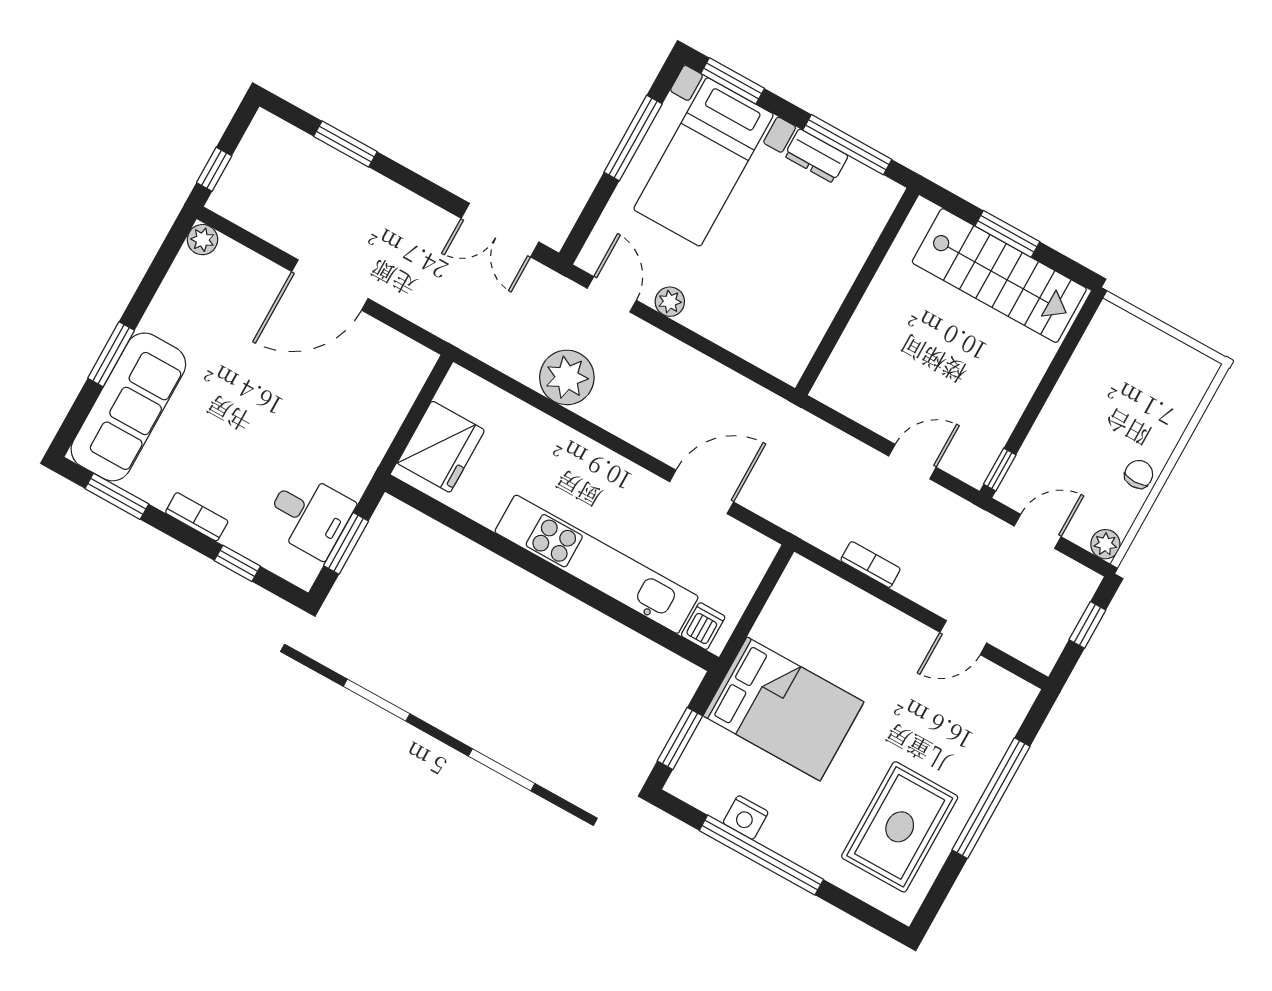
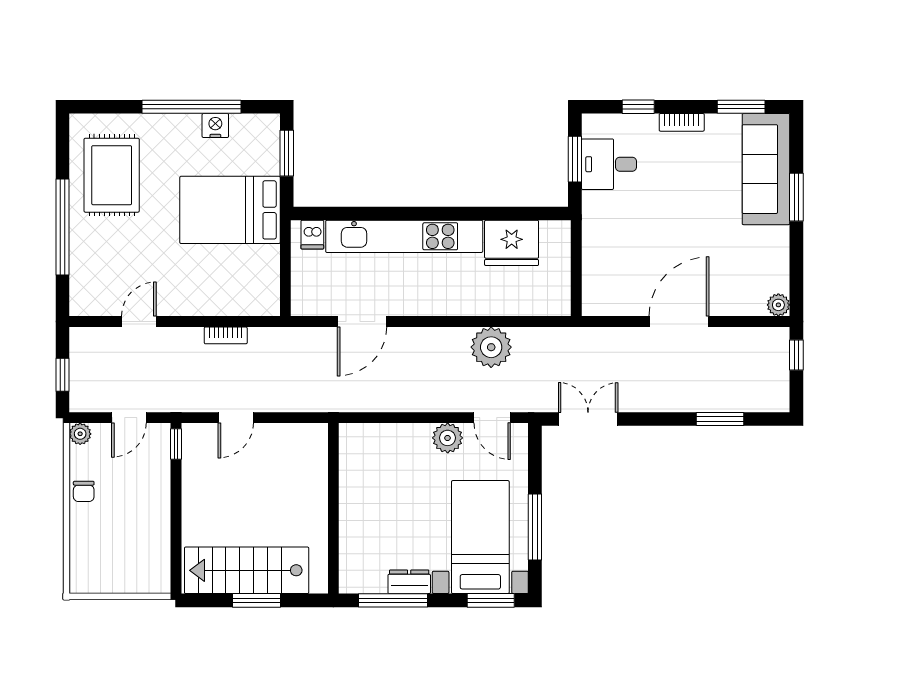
plant: (670, 302) -> (448, 438), width x1.38, depth x1.38
fridge: (441, 447) -> (512, 243), moved, turned -90

